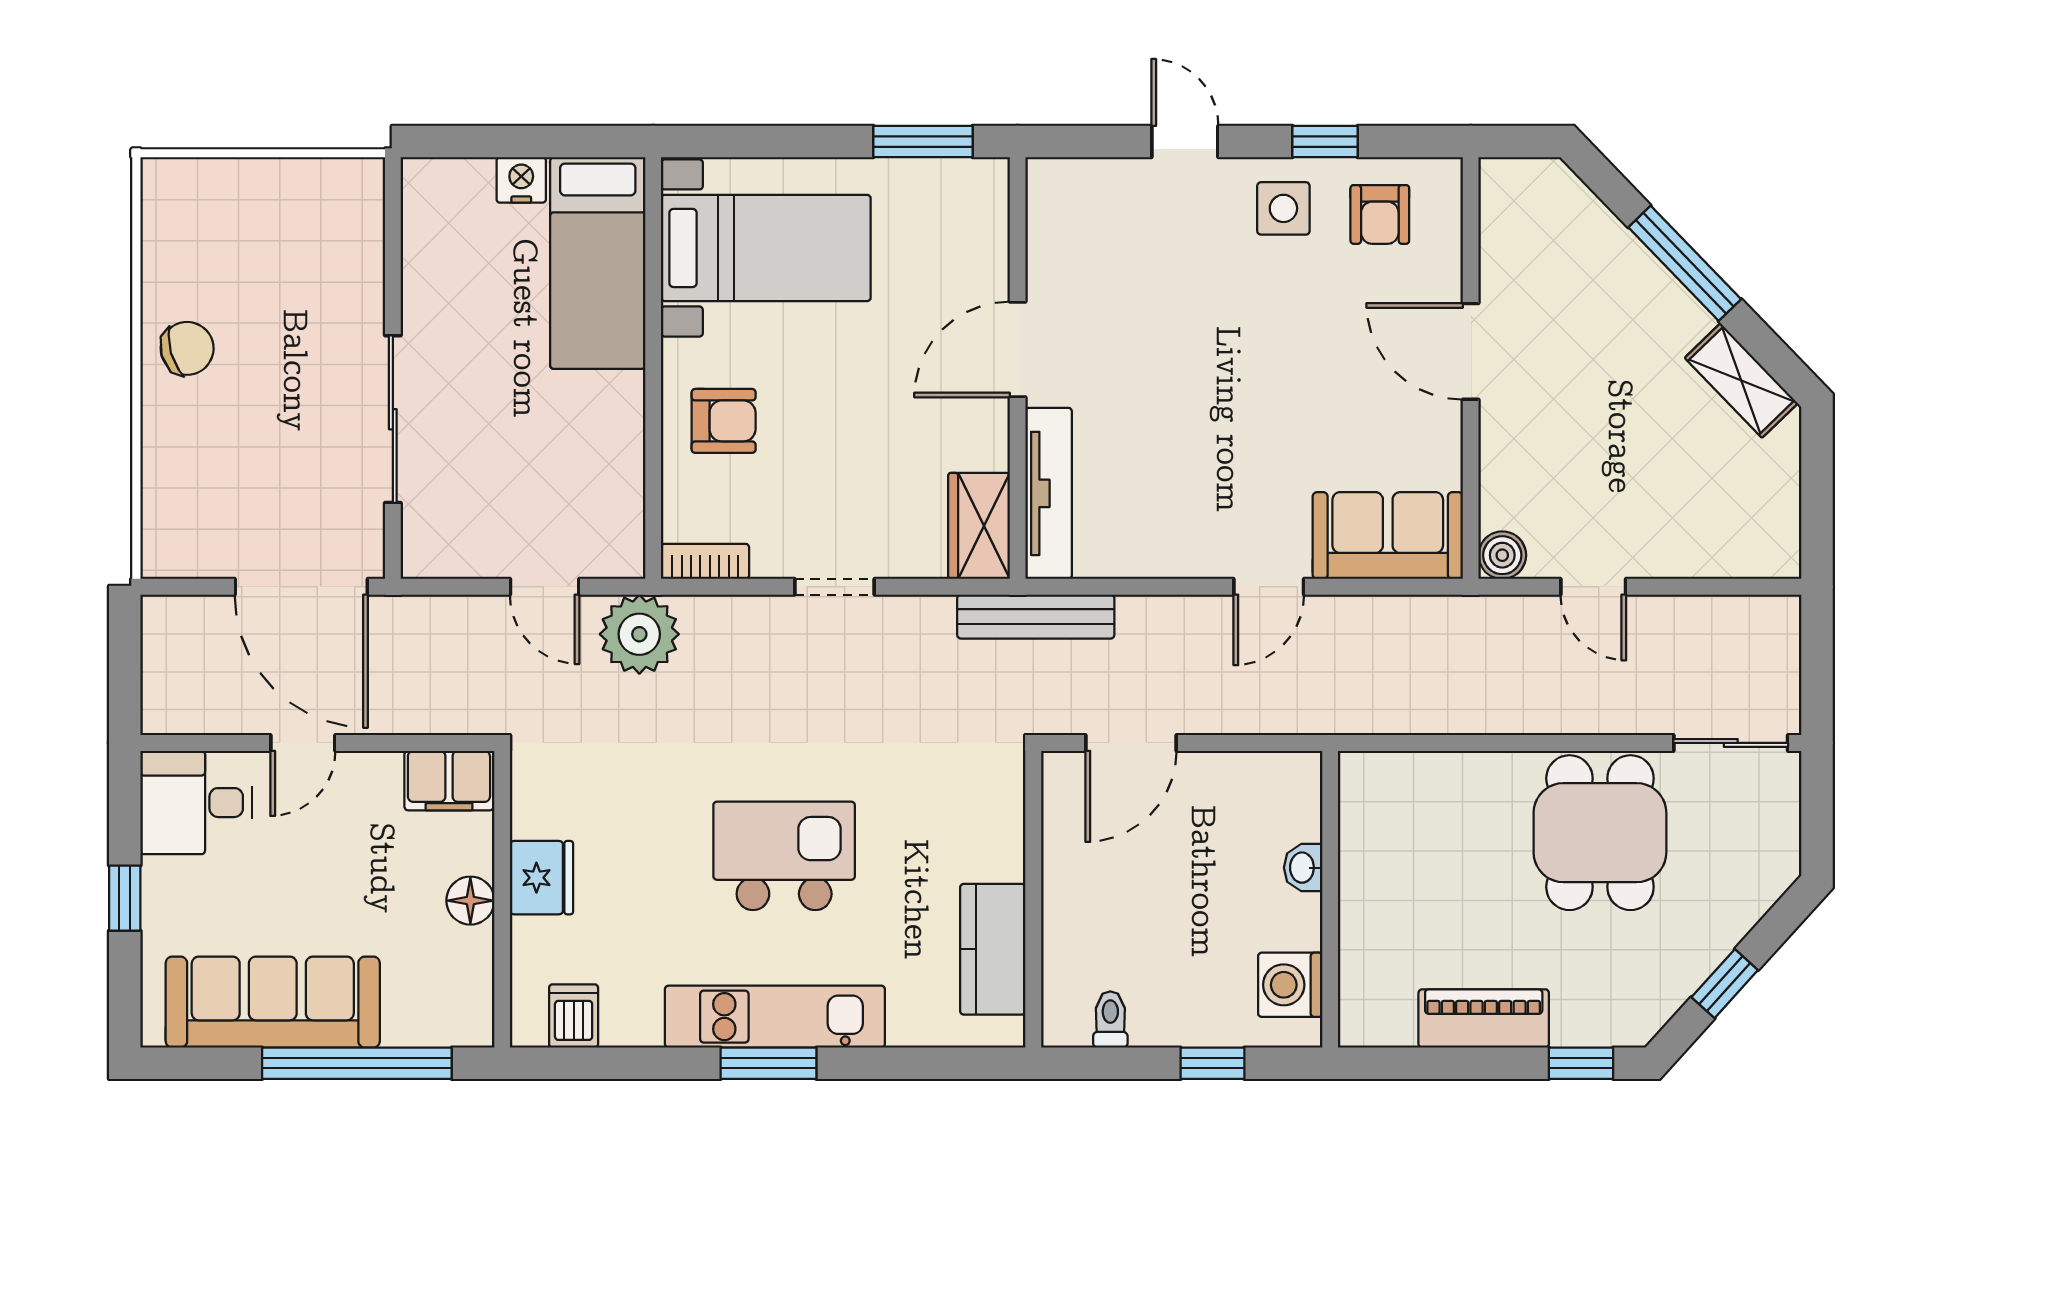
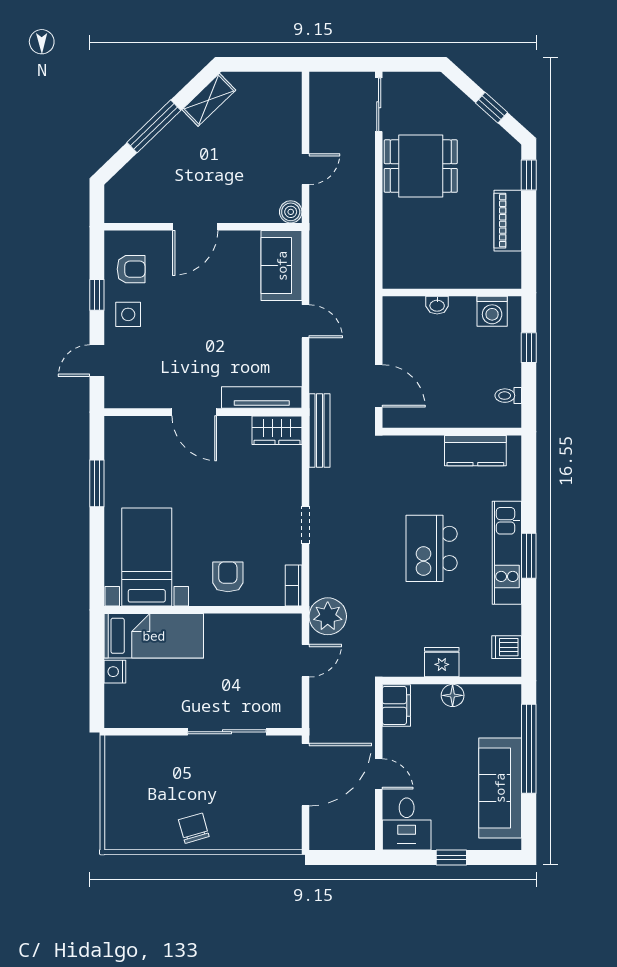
door: (1018, 350) -> (194, 412), moved
wall: (1018, 368) -> (203, 412), moved
tv unit: (1049, 493) -> (262, 398), moved
wardrobe: (979, 526) -> (277, 430), moved

